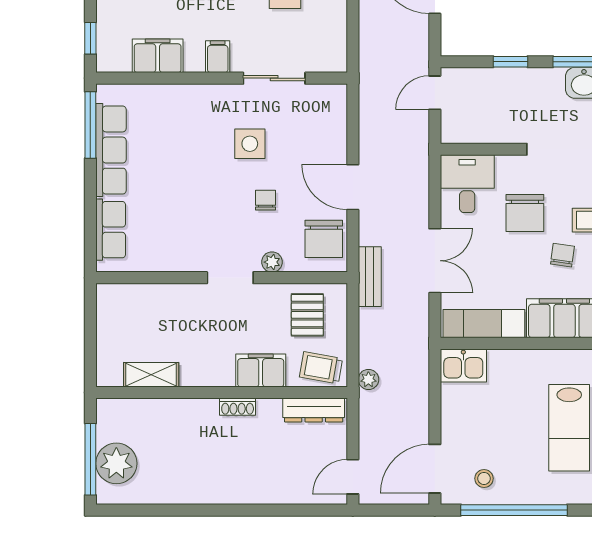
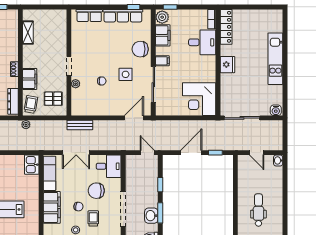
plant: (115, 57) -> (162, 17), added
sliding door: (274, 78) -> (153, 85), width x1.37
window: (90, 125) -> (133, 7), width x0.46
door: (353, 187) -> (134, 118), moved
chair: (324, 239) -> (140, 49), moved
bench: (370, 277) -> (80, 125), moved

